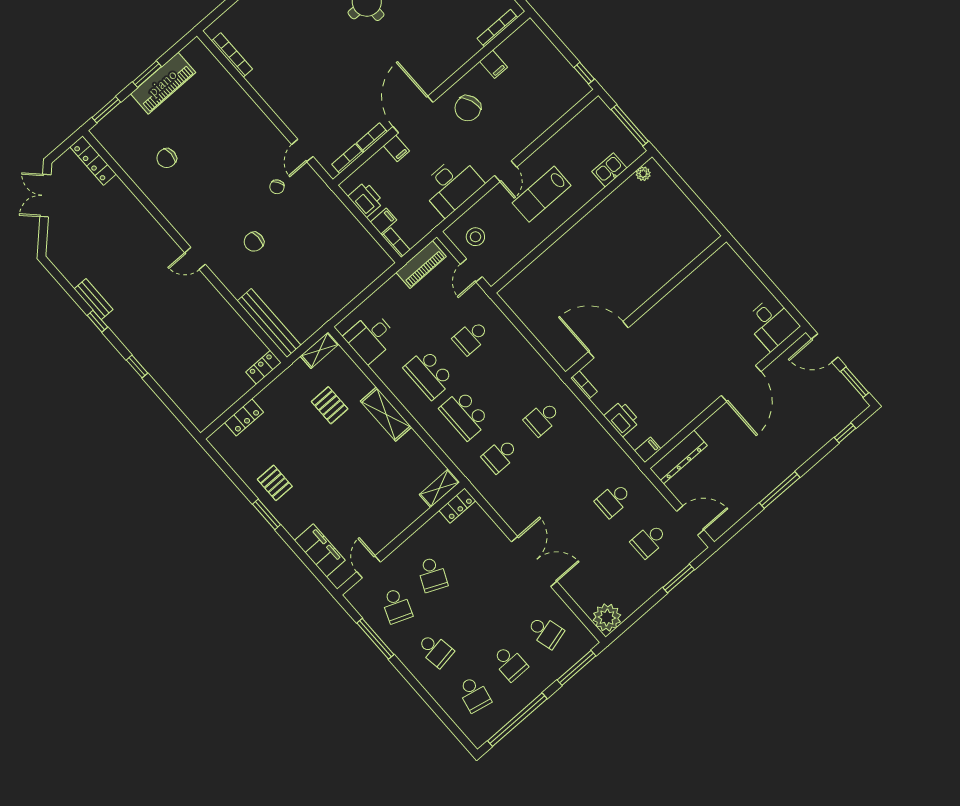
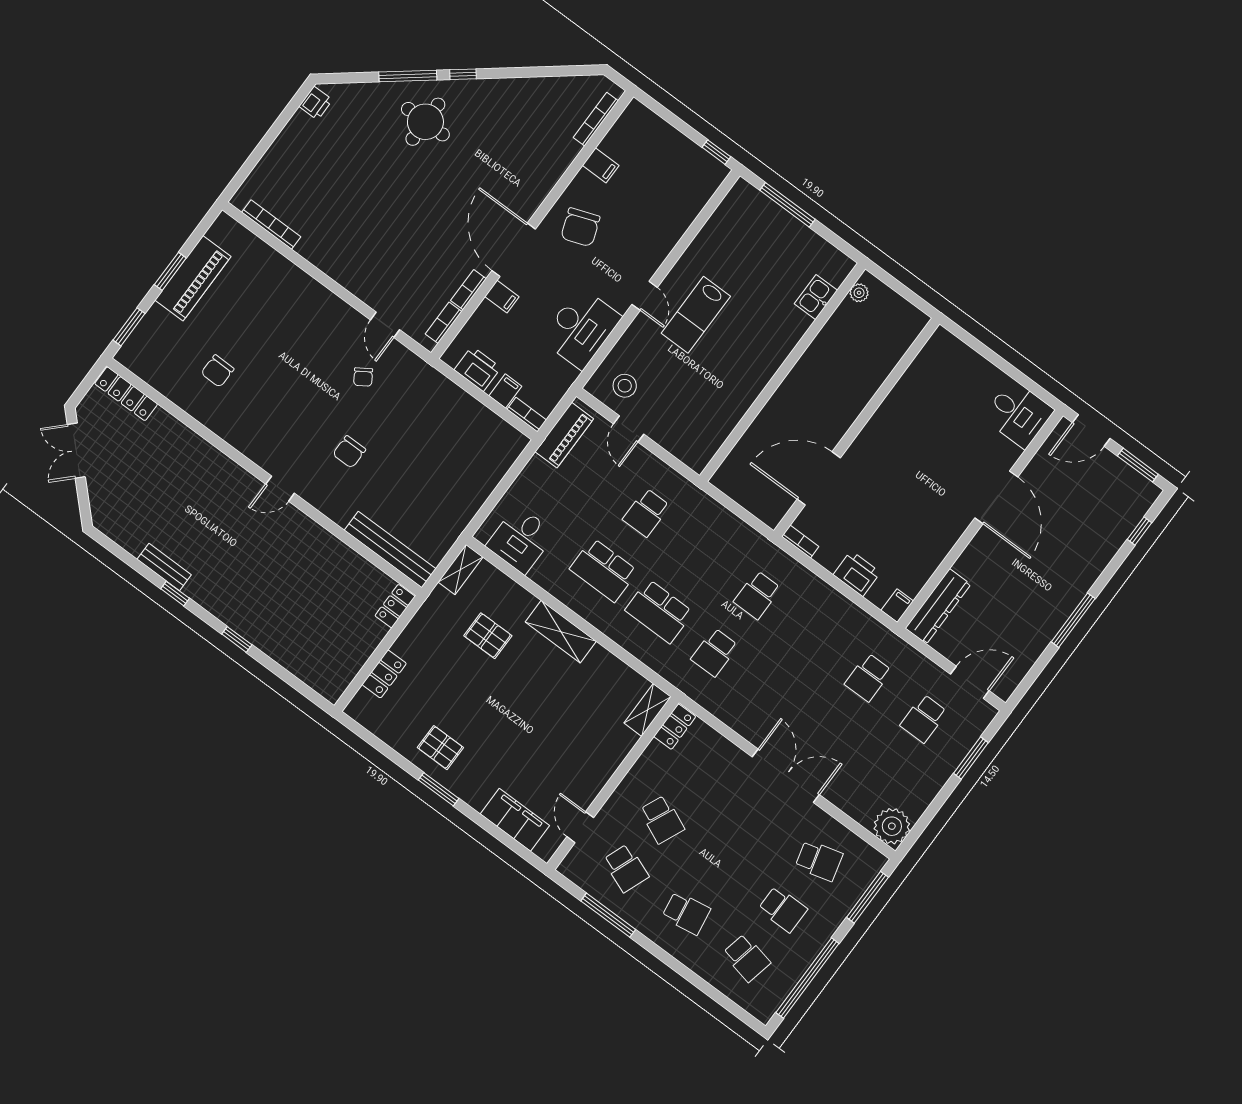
kitchen sink: (609, 170) -> (816, 297), moved
plant: (643, 174) -> (859, 293), moved
wall: (572, 222) -> (783, 372), moved

